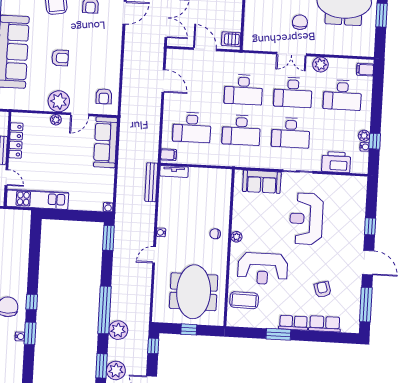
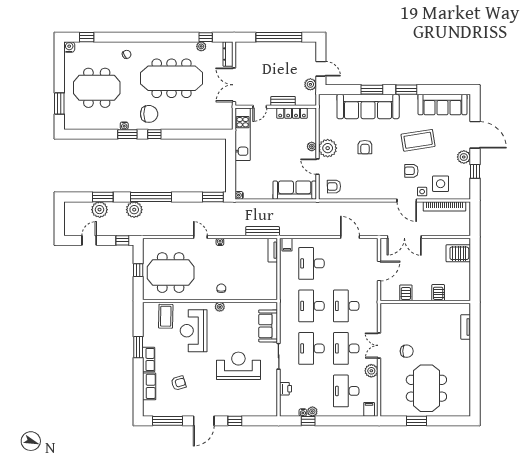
server rack: (231, 39) -> (406, 293), moved
door: (164, 81) -> (350, 237), swing flipped
printer: (336, 162) -> (286, 389), width x0.53, depth x0.68

